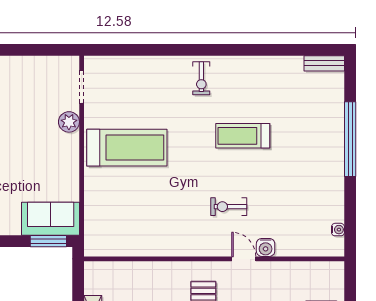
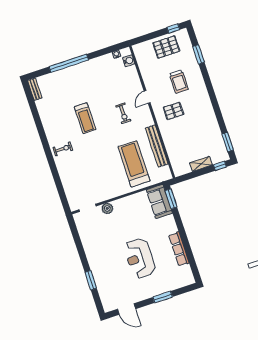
treadmill: (127, 148) -> (134, 164), moved
bench: (151, 247) -> (157, 146), added
water cooler: (266, 247) -> (129, 61), moved

